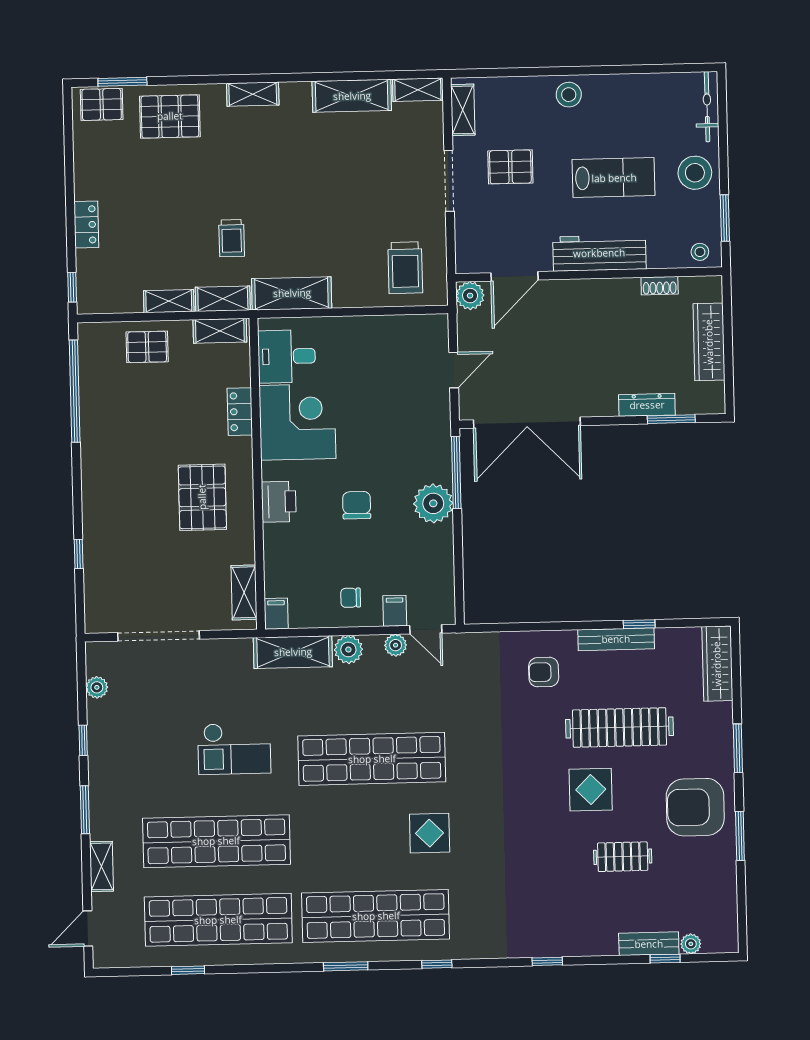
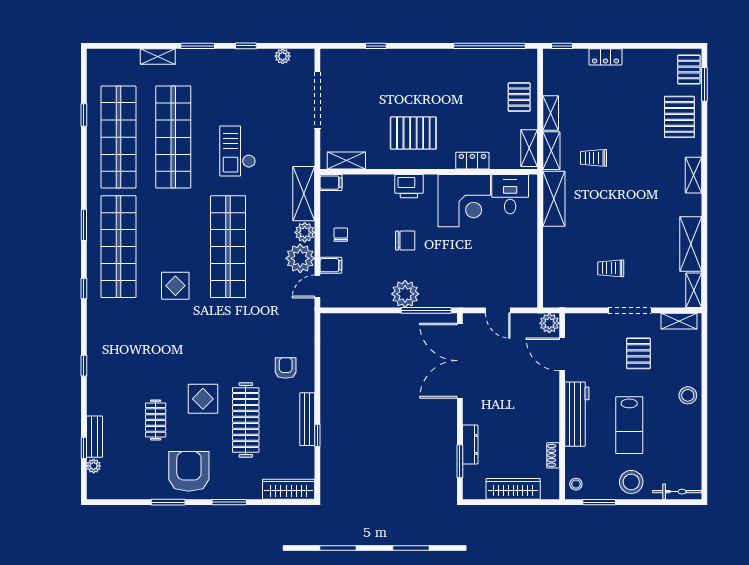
trolley: (405, 268) -> (611, 268), moved, width x0.73, depth x0.72
plant: (396, 645) -> (300, 258), width x1.87, depth x1.87
door: (88, 928) -> (115, 46), removed

